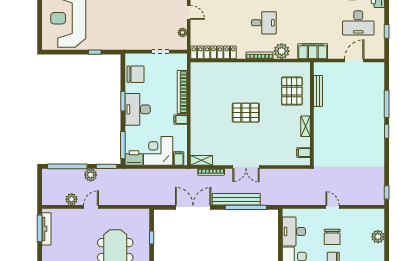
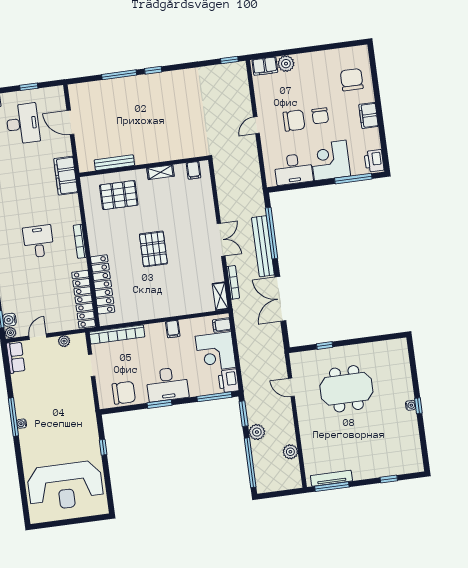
plant: (282, 51) -> (71, 215), removed
locker: (223, 69) -> (103, 284), added
chair: (136, 74) -> (124, 393), turned 90
bookcase: (182, 92) -> (117, 334), moved
door: (91, 207) -> (291, 387), moved
filing cabinet: (378, 220) -> (265, 66), added

